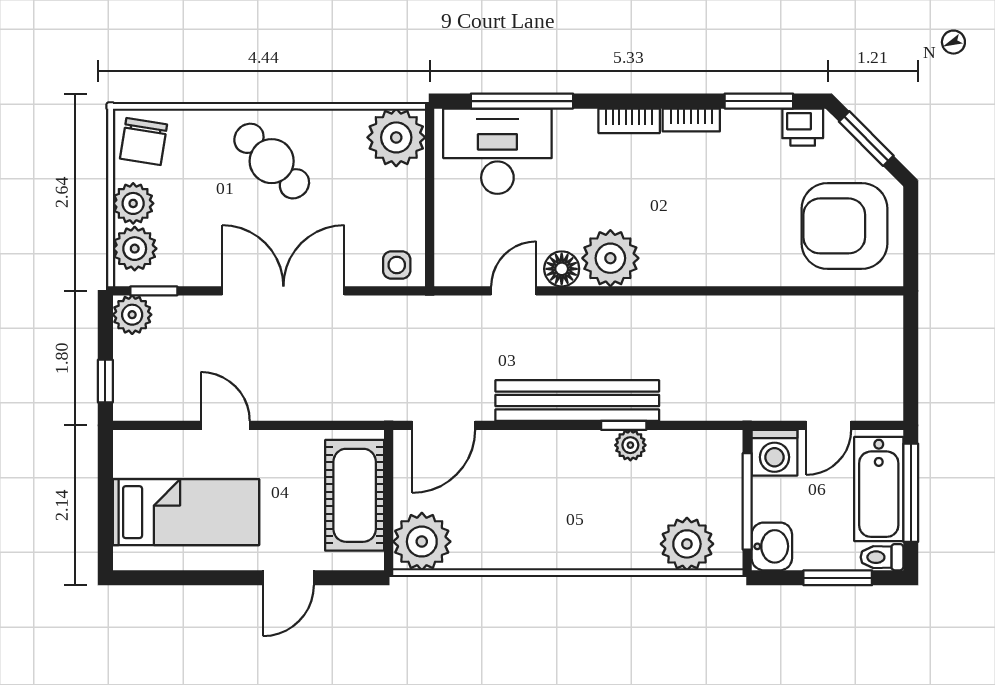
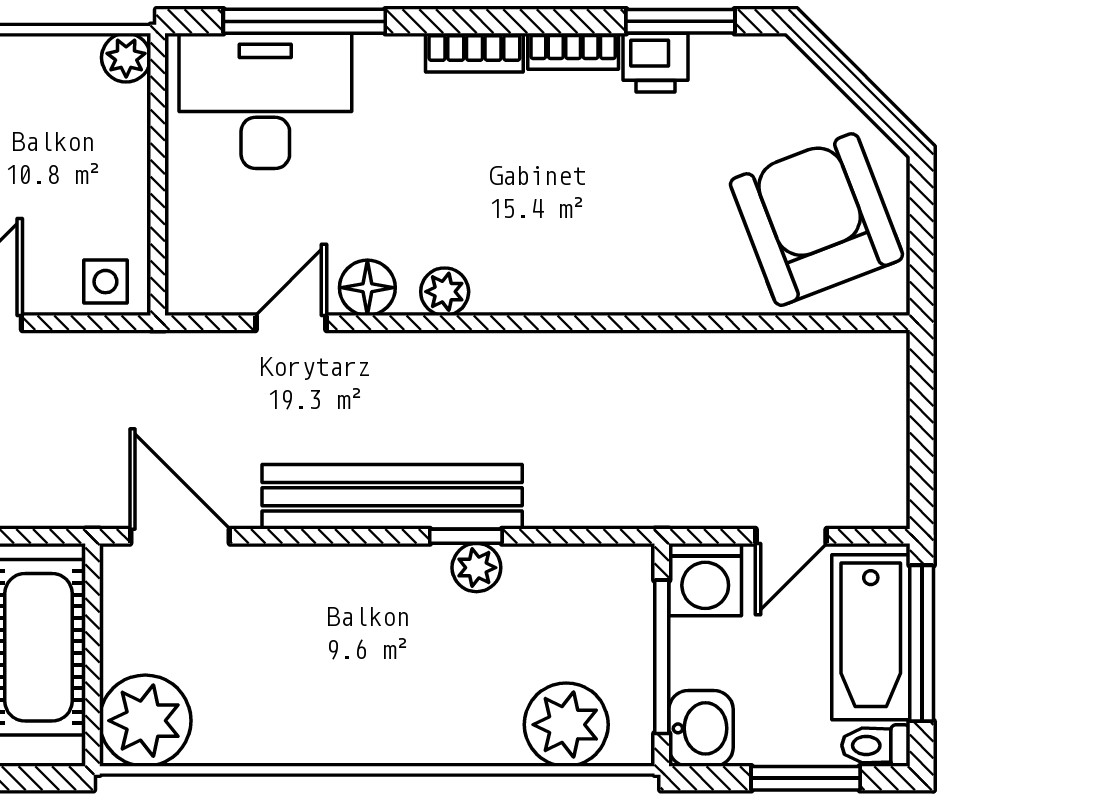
printer: (803, 127) -> (656, 63), moved
plant: (396, 137) -> (126, 58), width x0.53, depth x0.53
window: (866, 139) -> (851, 81), removed
armchair: (845, 226) -> (816, 220), turned 69
plant: (610, 258) -> (445, 292), width x0.53, depth x0.53
door: (444, 425) -> (180, 536), swing flipped

